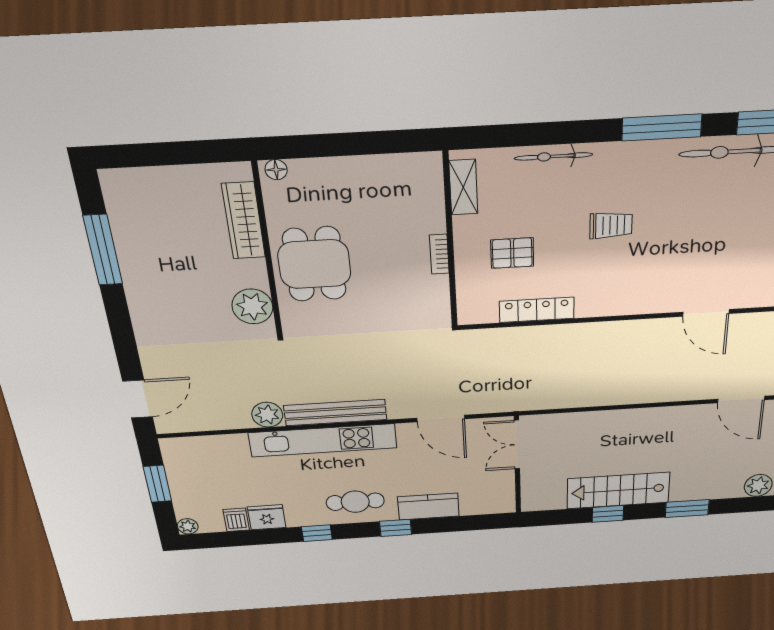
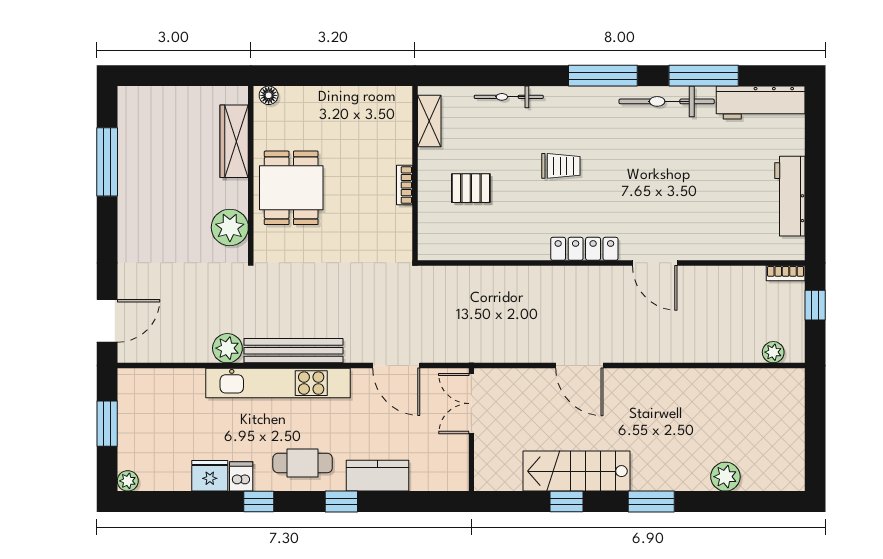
locker: (537, 310) -> (584, 249), moved
door: (741, 400) -> (579, 366), moved
dishwasher: (236, 520) -> (241, 476), moved

